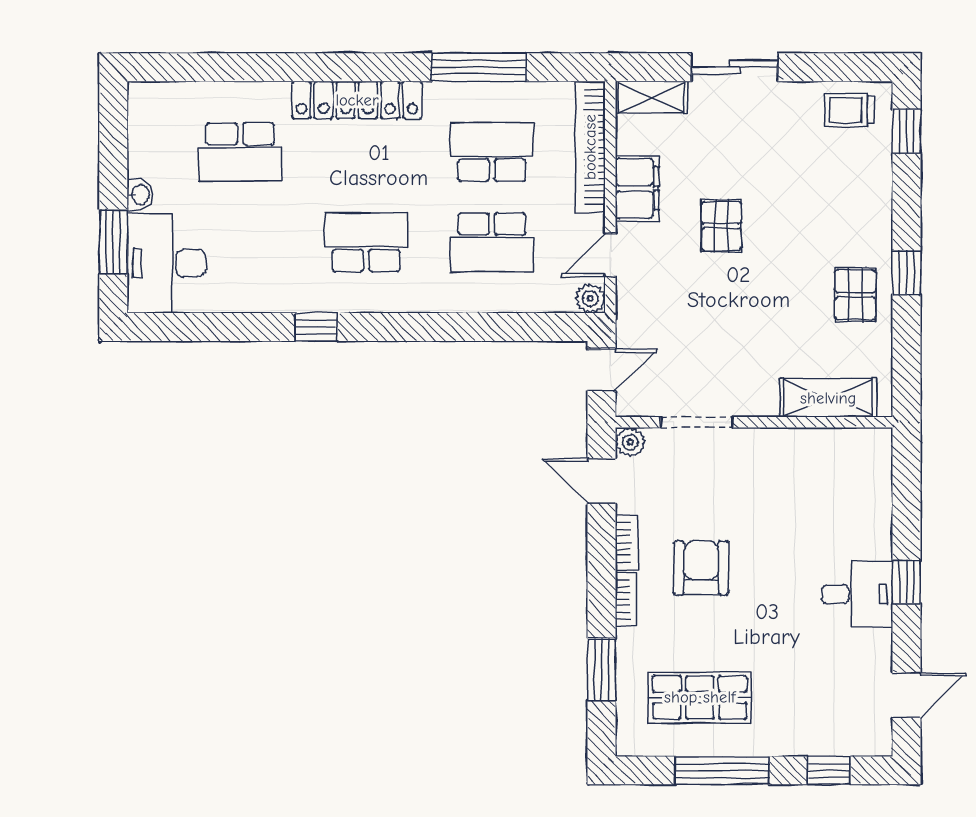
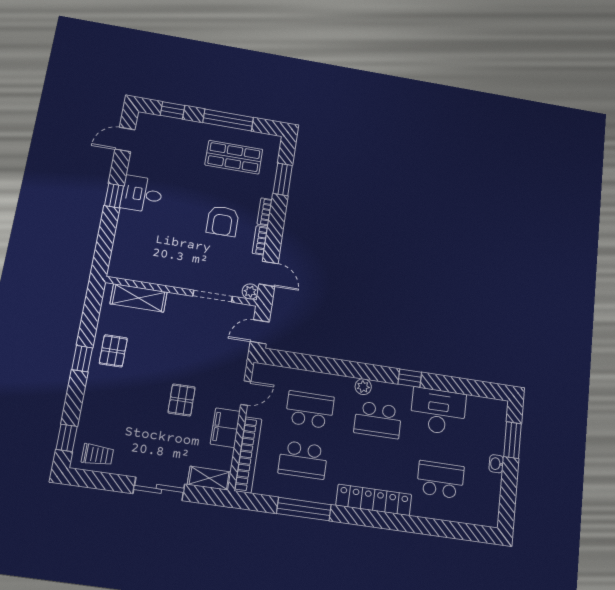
desk: (166, 263) -> (438, 411), moved, turned -90
plant: (590, 298) -> (363, 387), moved

